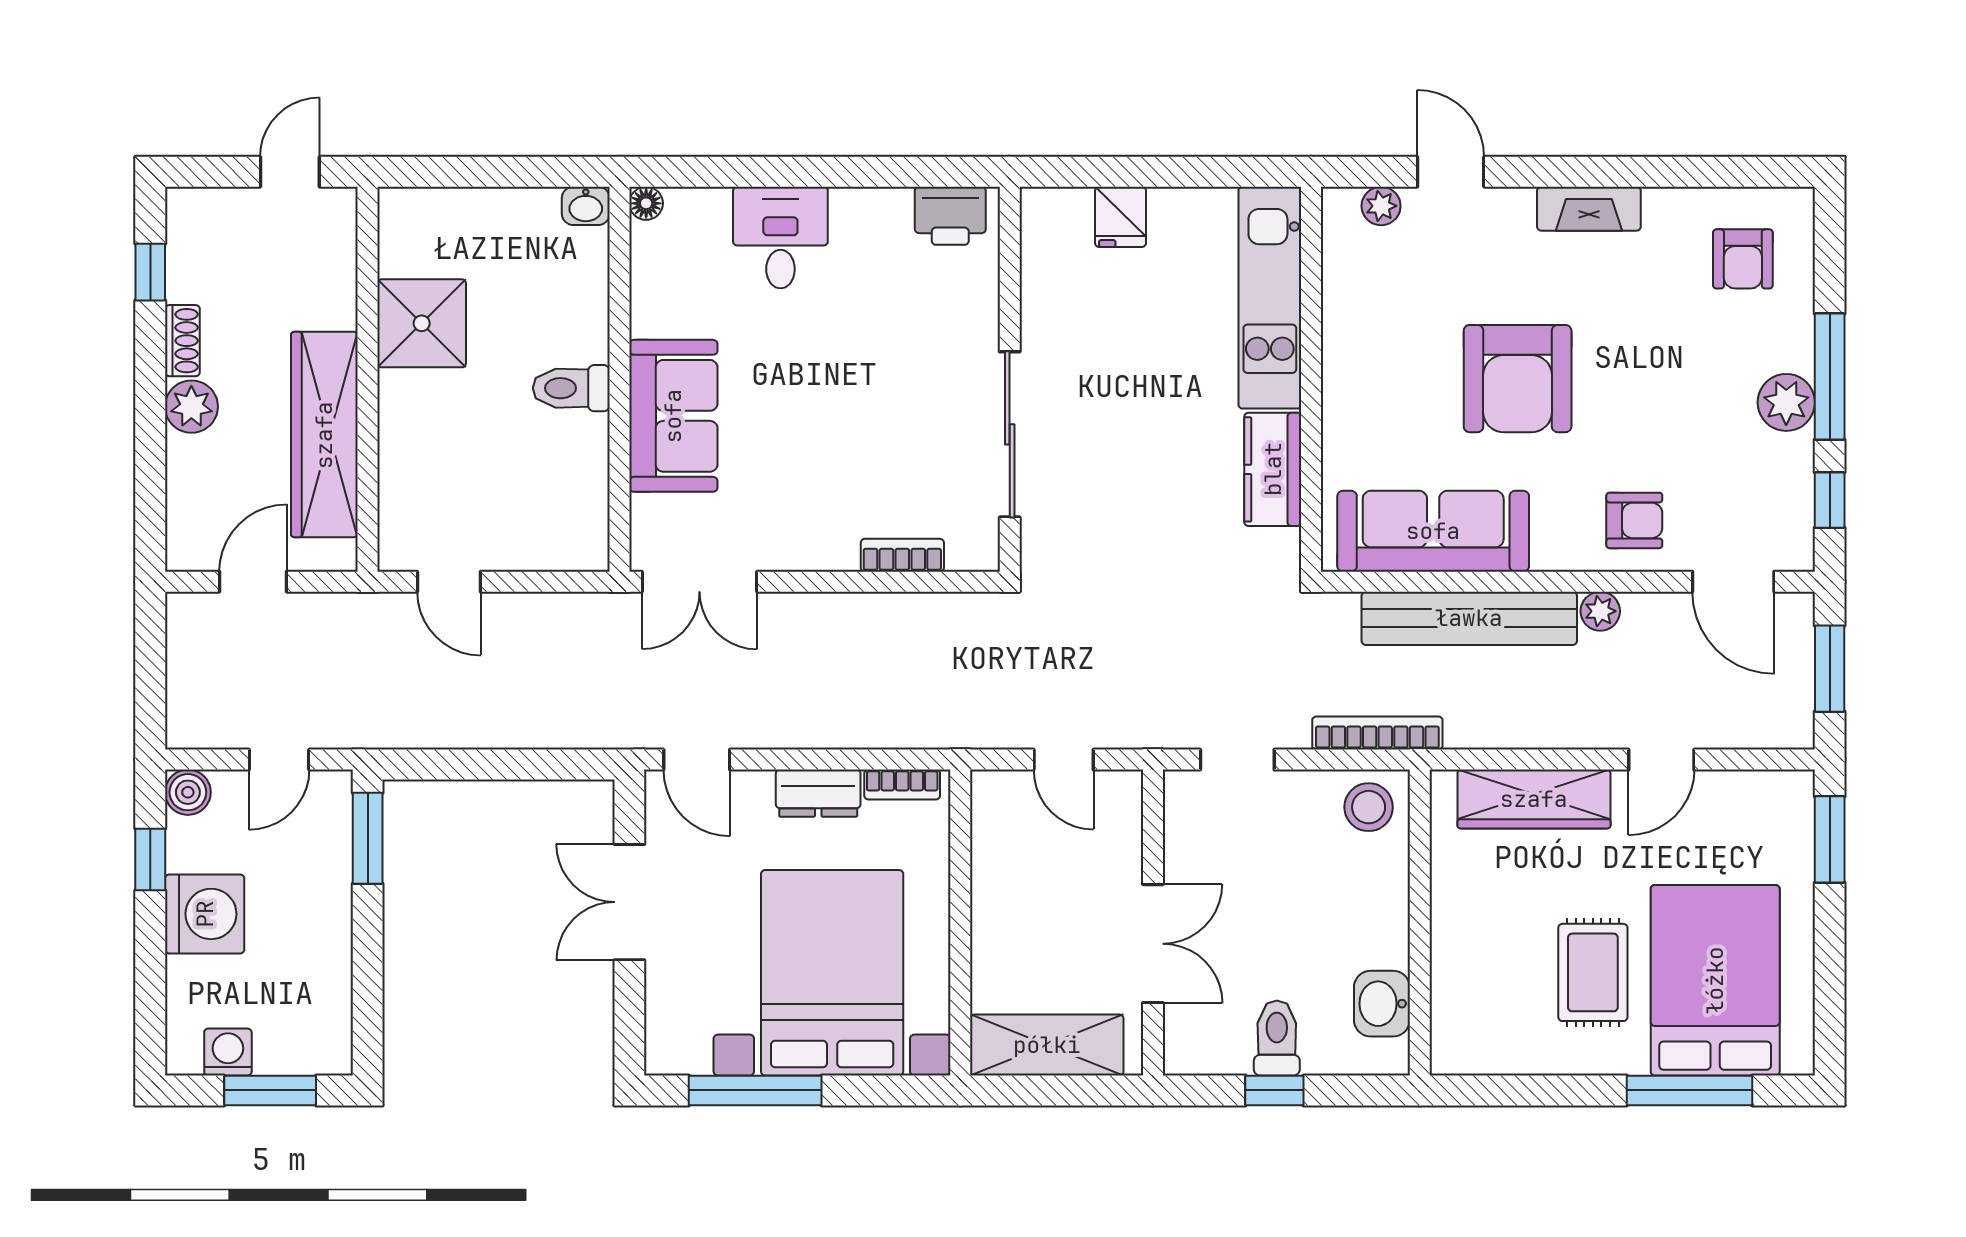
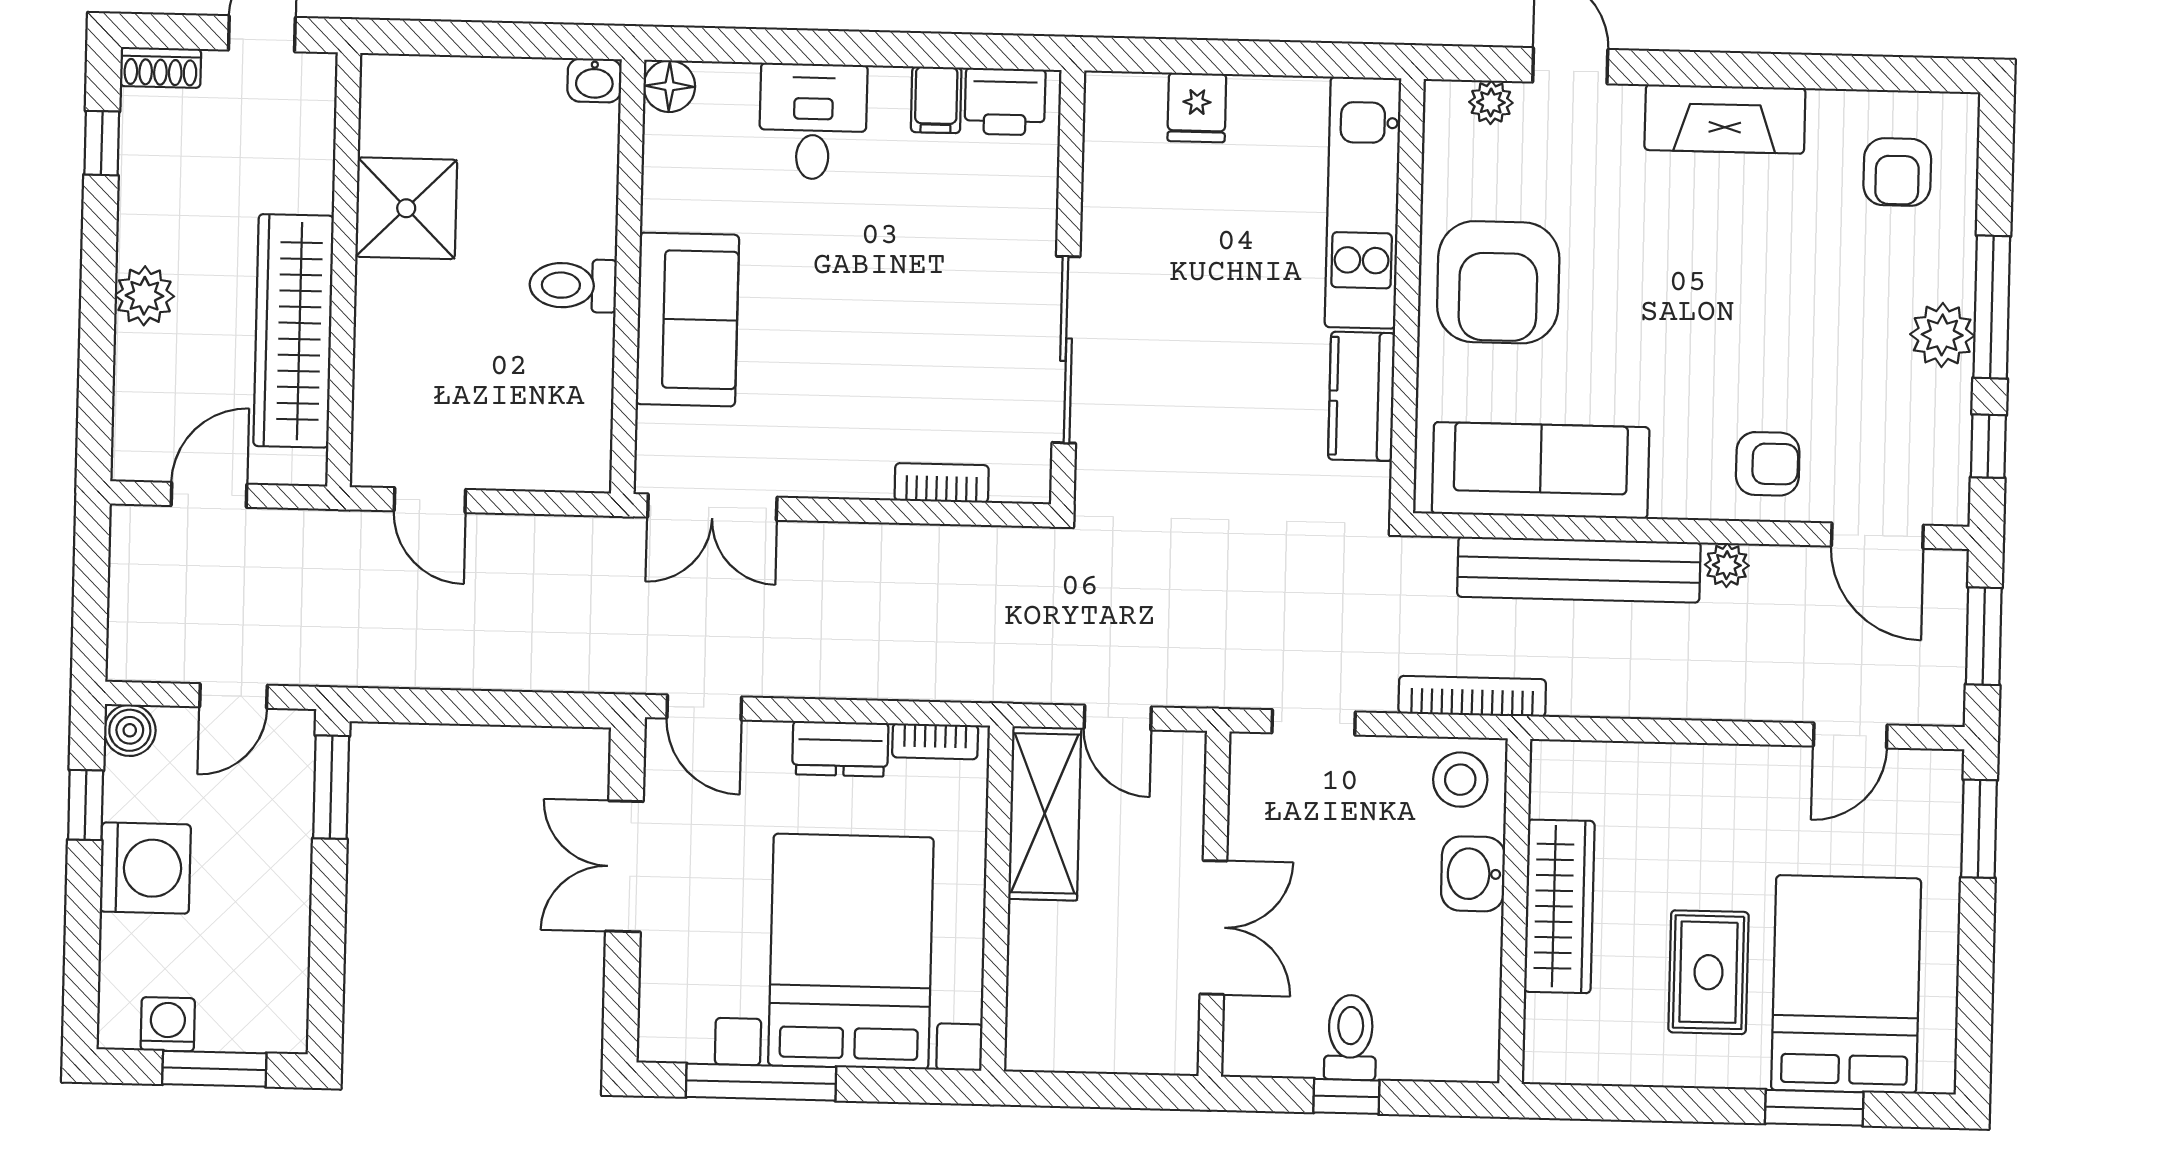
floor lamp: (646, 203) -> (669, 86), width x1.37, depth x1.37
fireplace: (1589, 209) -> (1725, 119), width x1.37, depth x1.32
filing cabinet: (889, 216) -> (936, 100), added
shoe rack: (182, 341) -> (161, 68), moved, turned 90
armchair: (1518, 379) -> (1498, 282), moved
door: (1661, 760) -> (1850, 735), moved
wardrobe: (1534, 799) -> (1559, 906), moved, turned -90
washbasin: (1382, 1004) -> (1473, 874), moved
shelving: (1047, 1045) -> (1045, 813), moved, turned 90
window: (1689, 1090) -> (1814, 1108), width x0.69

